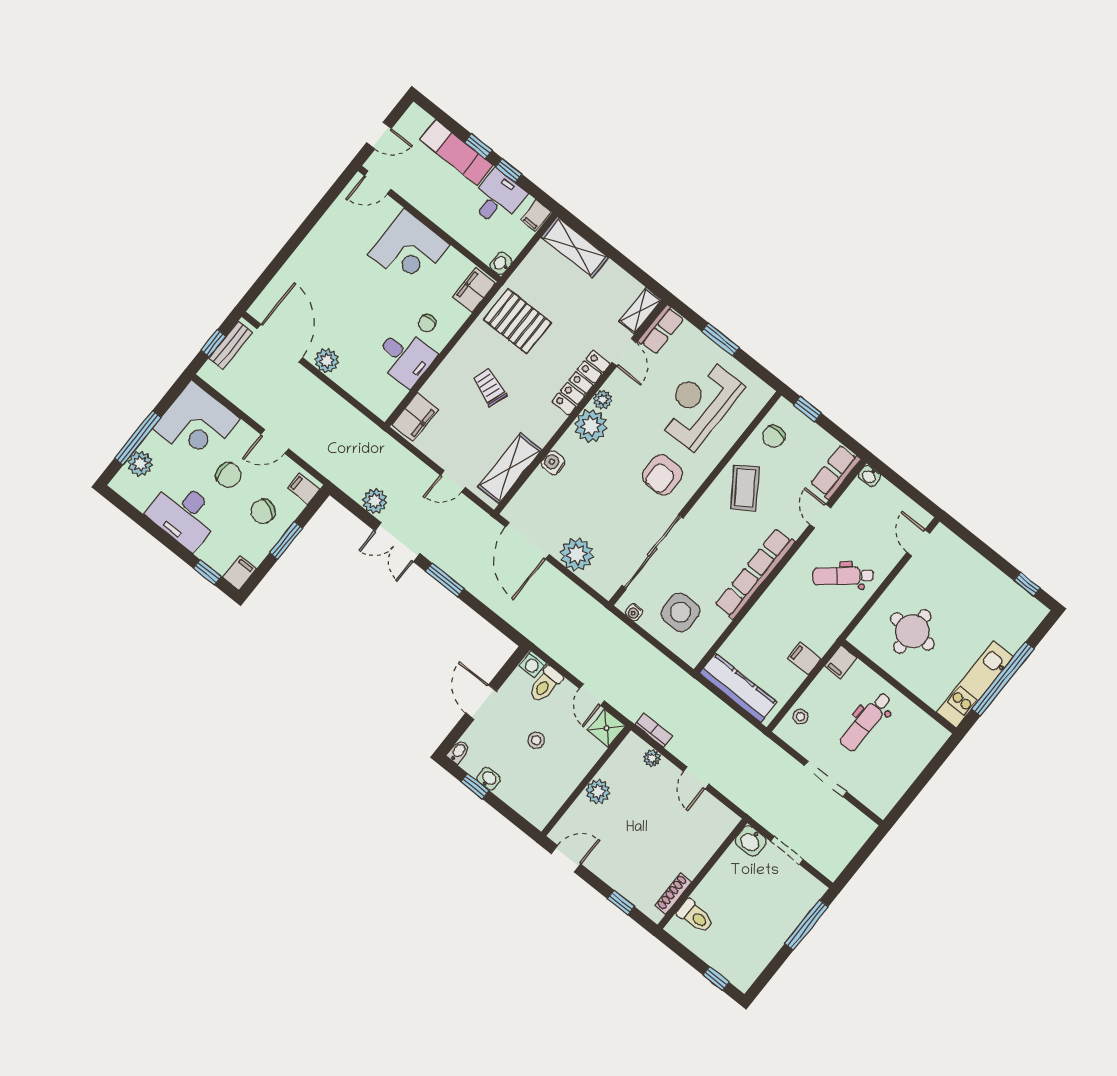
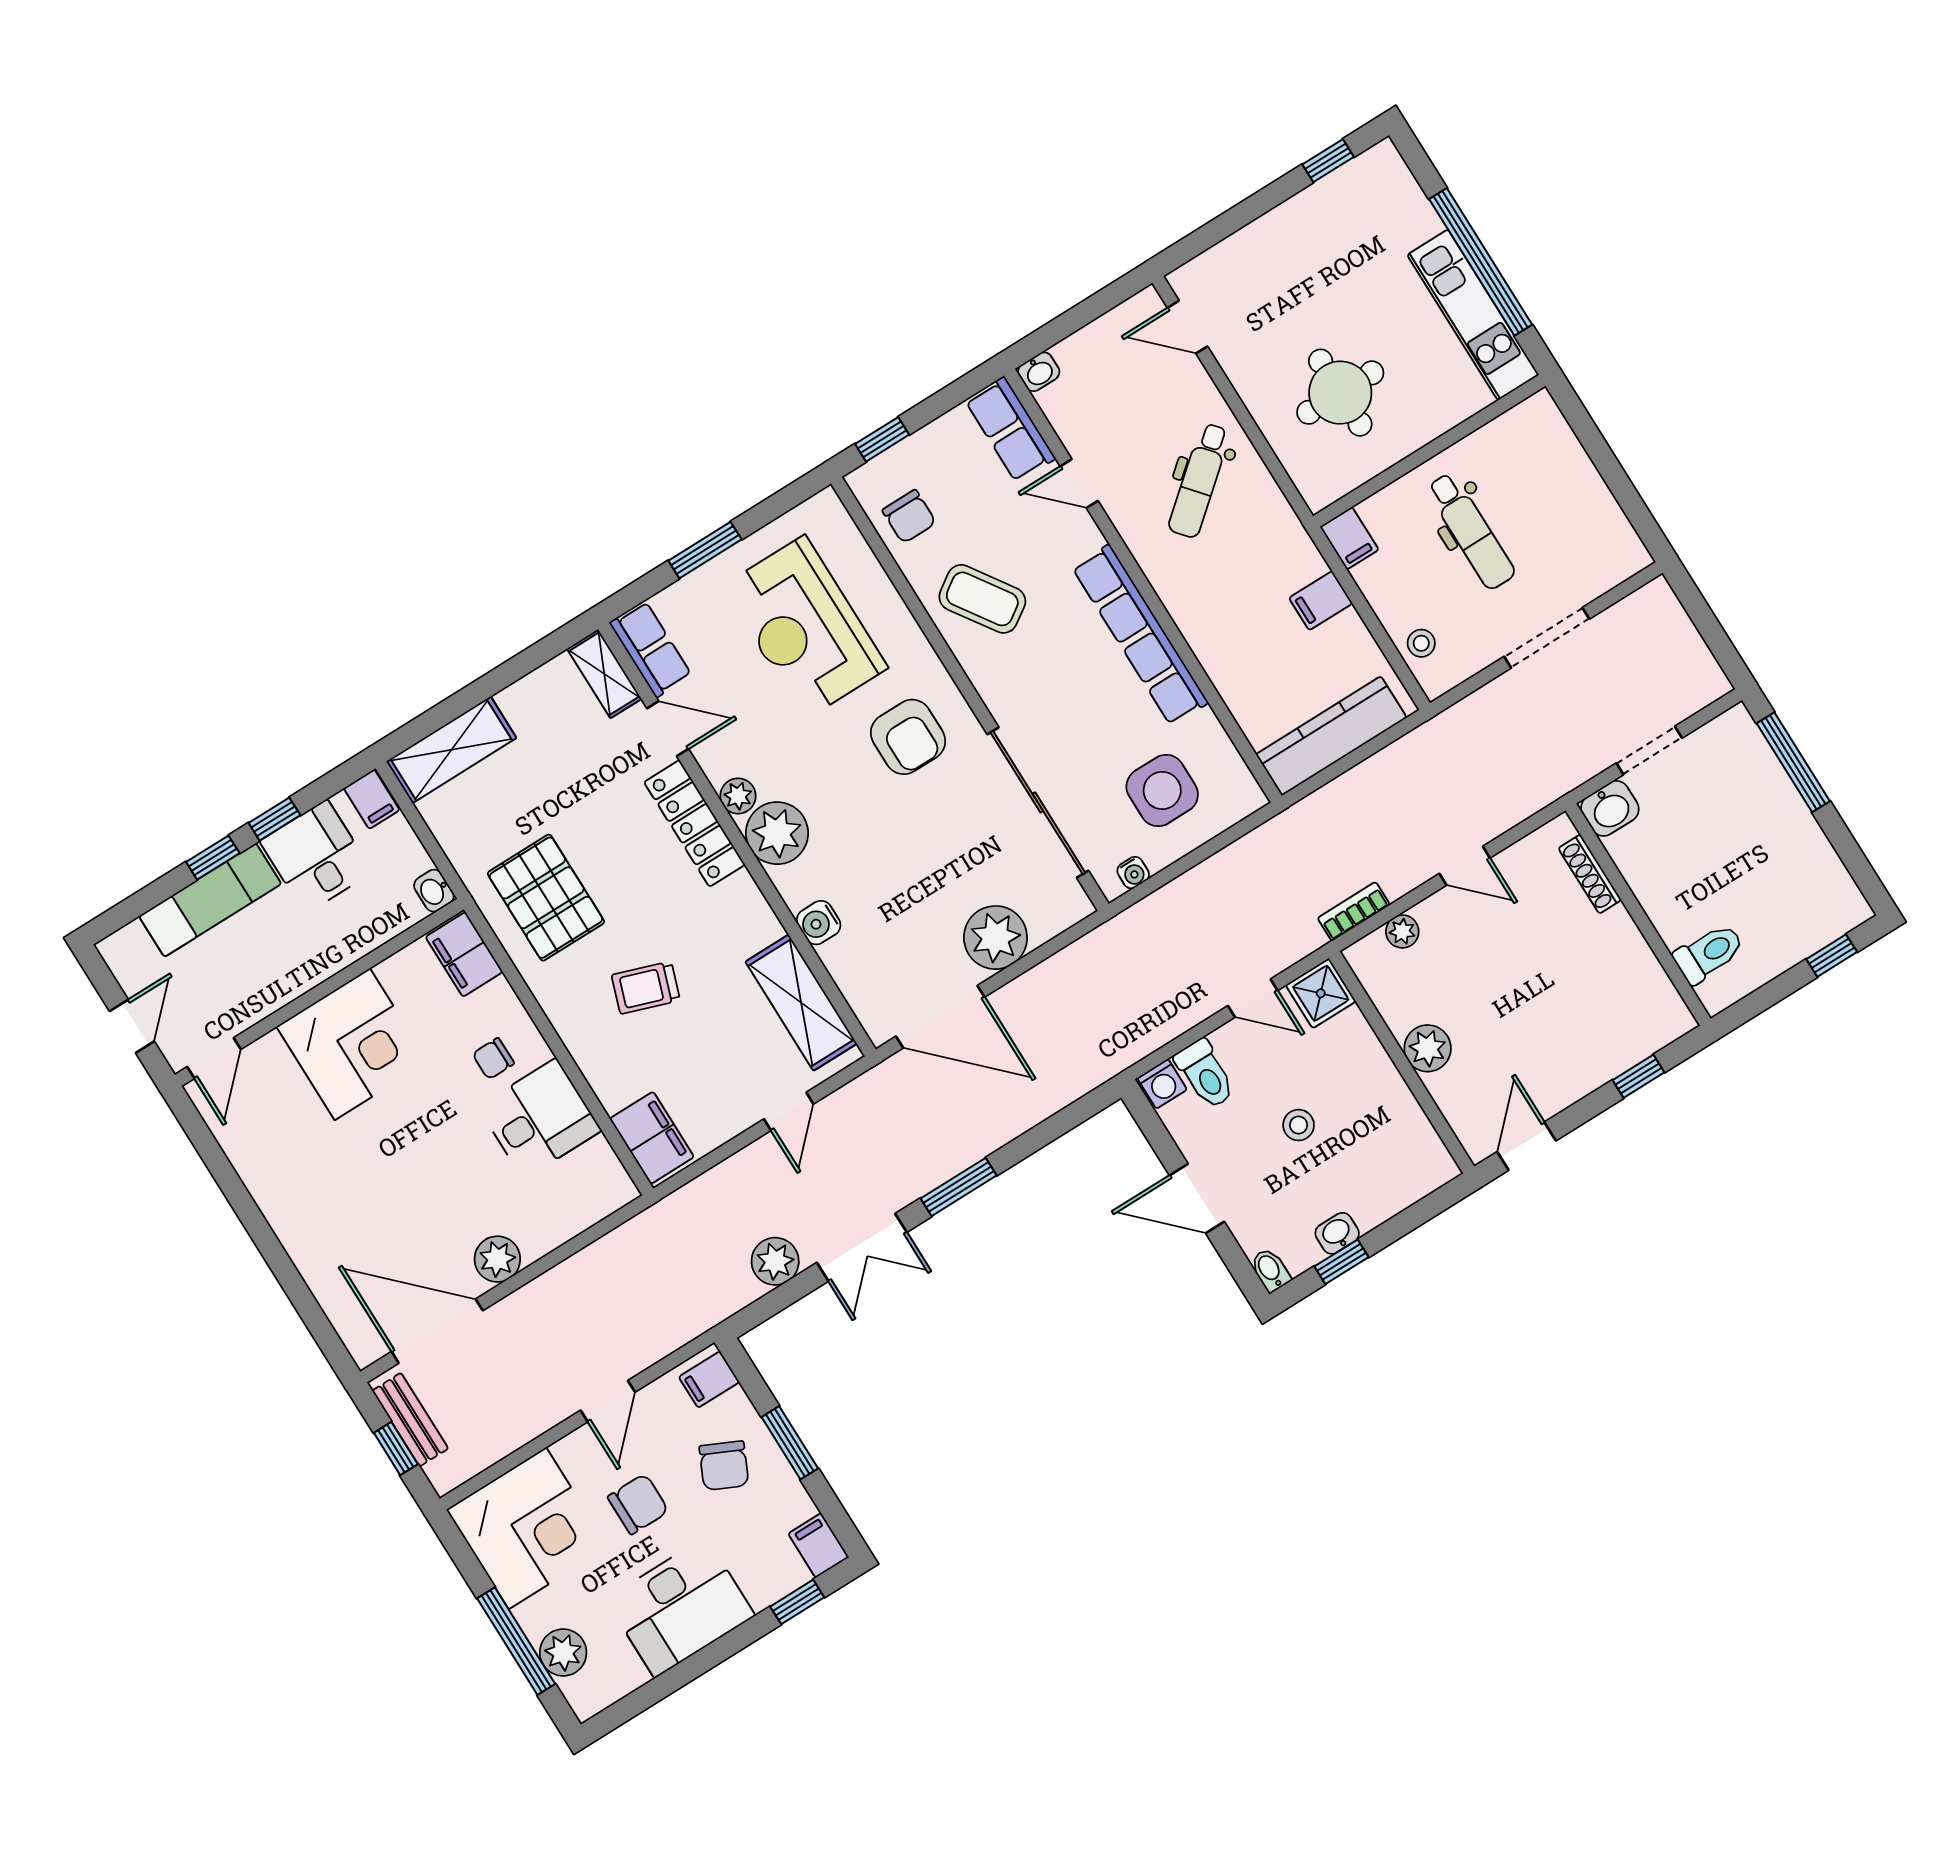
pallet: (517, 321) -> (546, 898), turned 90
chair: (427, 323) -> (493, 1059), turned 90
shoe rack: (673, 894) -> (1590, 874), moved

